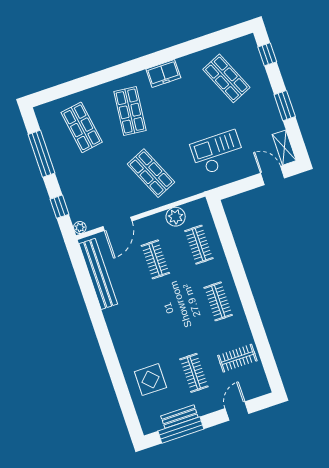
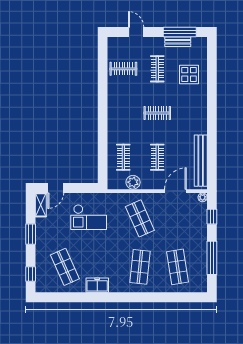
freezer: (163, 73) -> (97, 285), moved
door: (273, 176) -> (56, 188), hinge flipped
clothes rail: (218, 301) -> (157, 113), moved, turned 90
door: (237, 411) -> (136, 32), swing flipped

